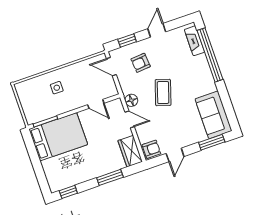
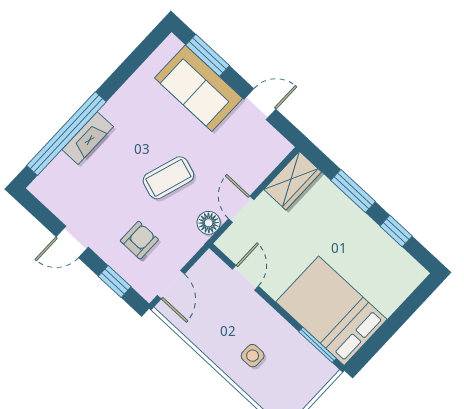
fireplace: (194, 41) -> (88, 138), moved
armchair: (141, 63) -> (139, 240), turned -85
sofa: (213, 115) -> (199, 88), moved, turned 90
armchair: (151, 149) -> (271, 148), removed
window: (68, 192) -> (396, 231), moved

